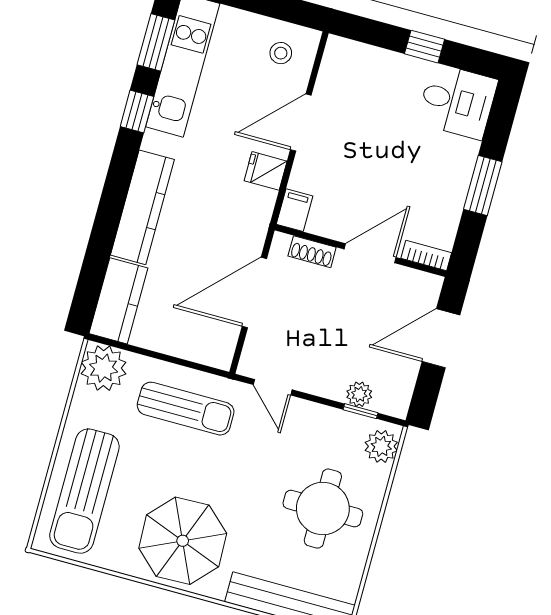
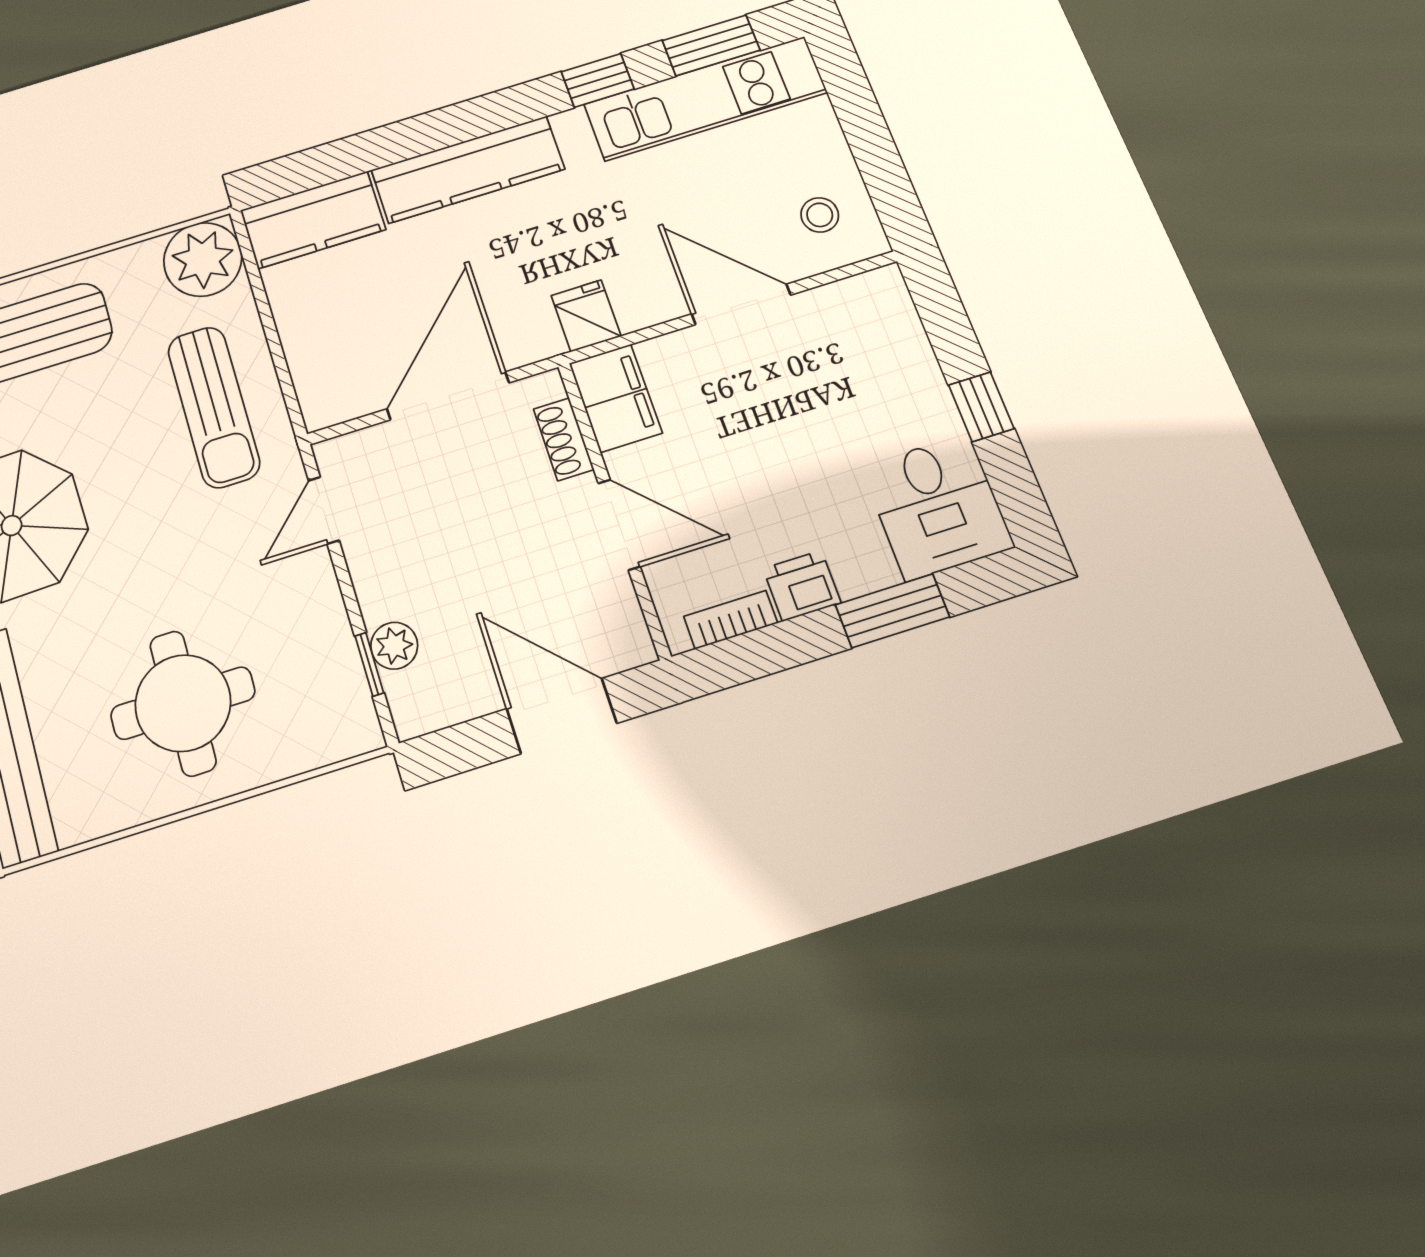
fridge: (266, 171) -> (586, 316), moved
window: (483, 185) -> (892, 611), moved
printer: (453, 189) -> (802, 586), added
filing cabinet: (295, 210) -> (615, 398), width x2.00
bookcase: (426, 256) -> (731, 620), moved, turned -90
door: (254, 293) -> (448, 396), hinge flipped
plant: (381, 446) -> (334, 732), removed

